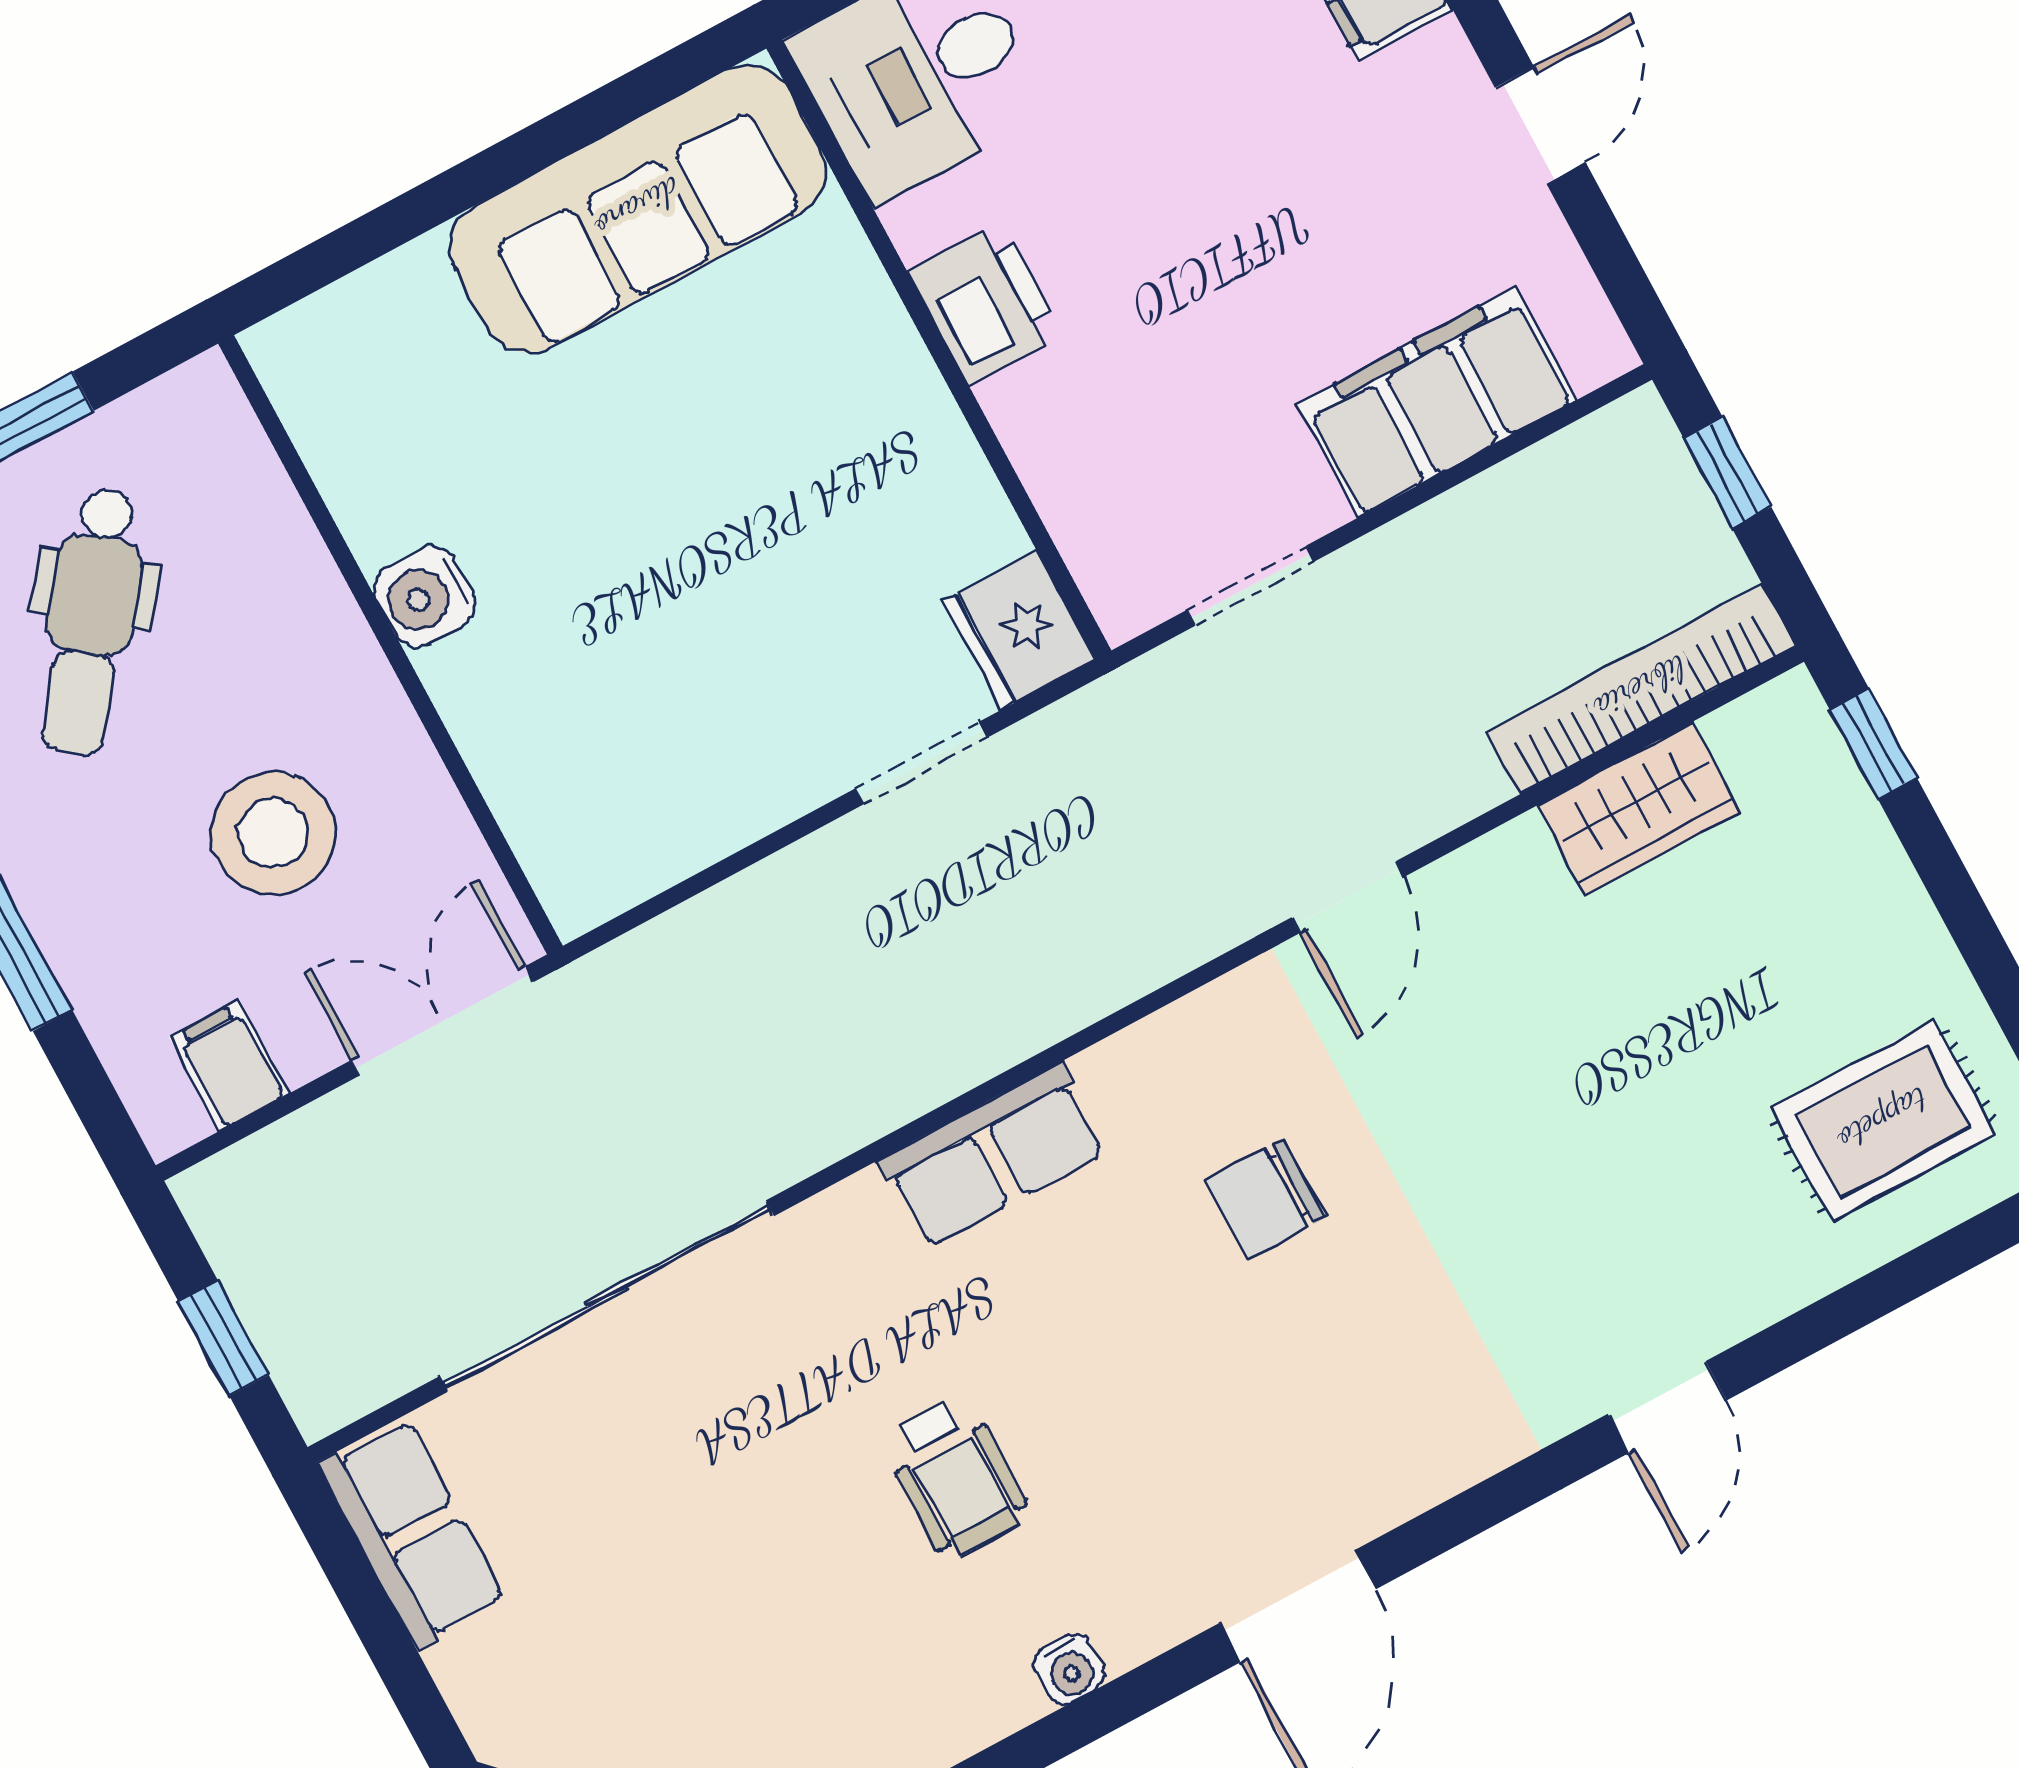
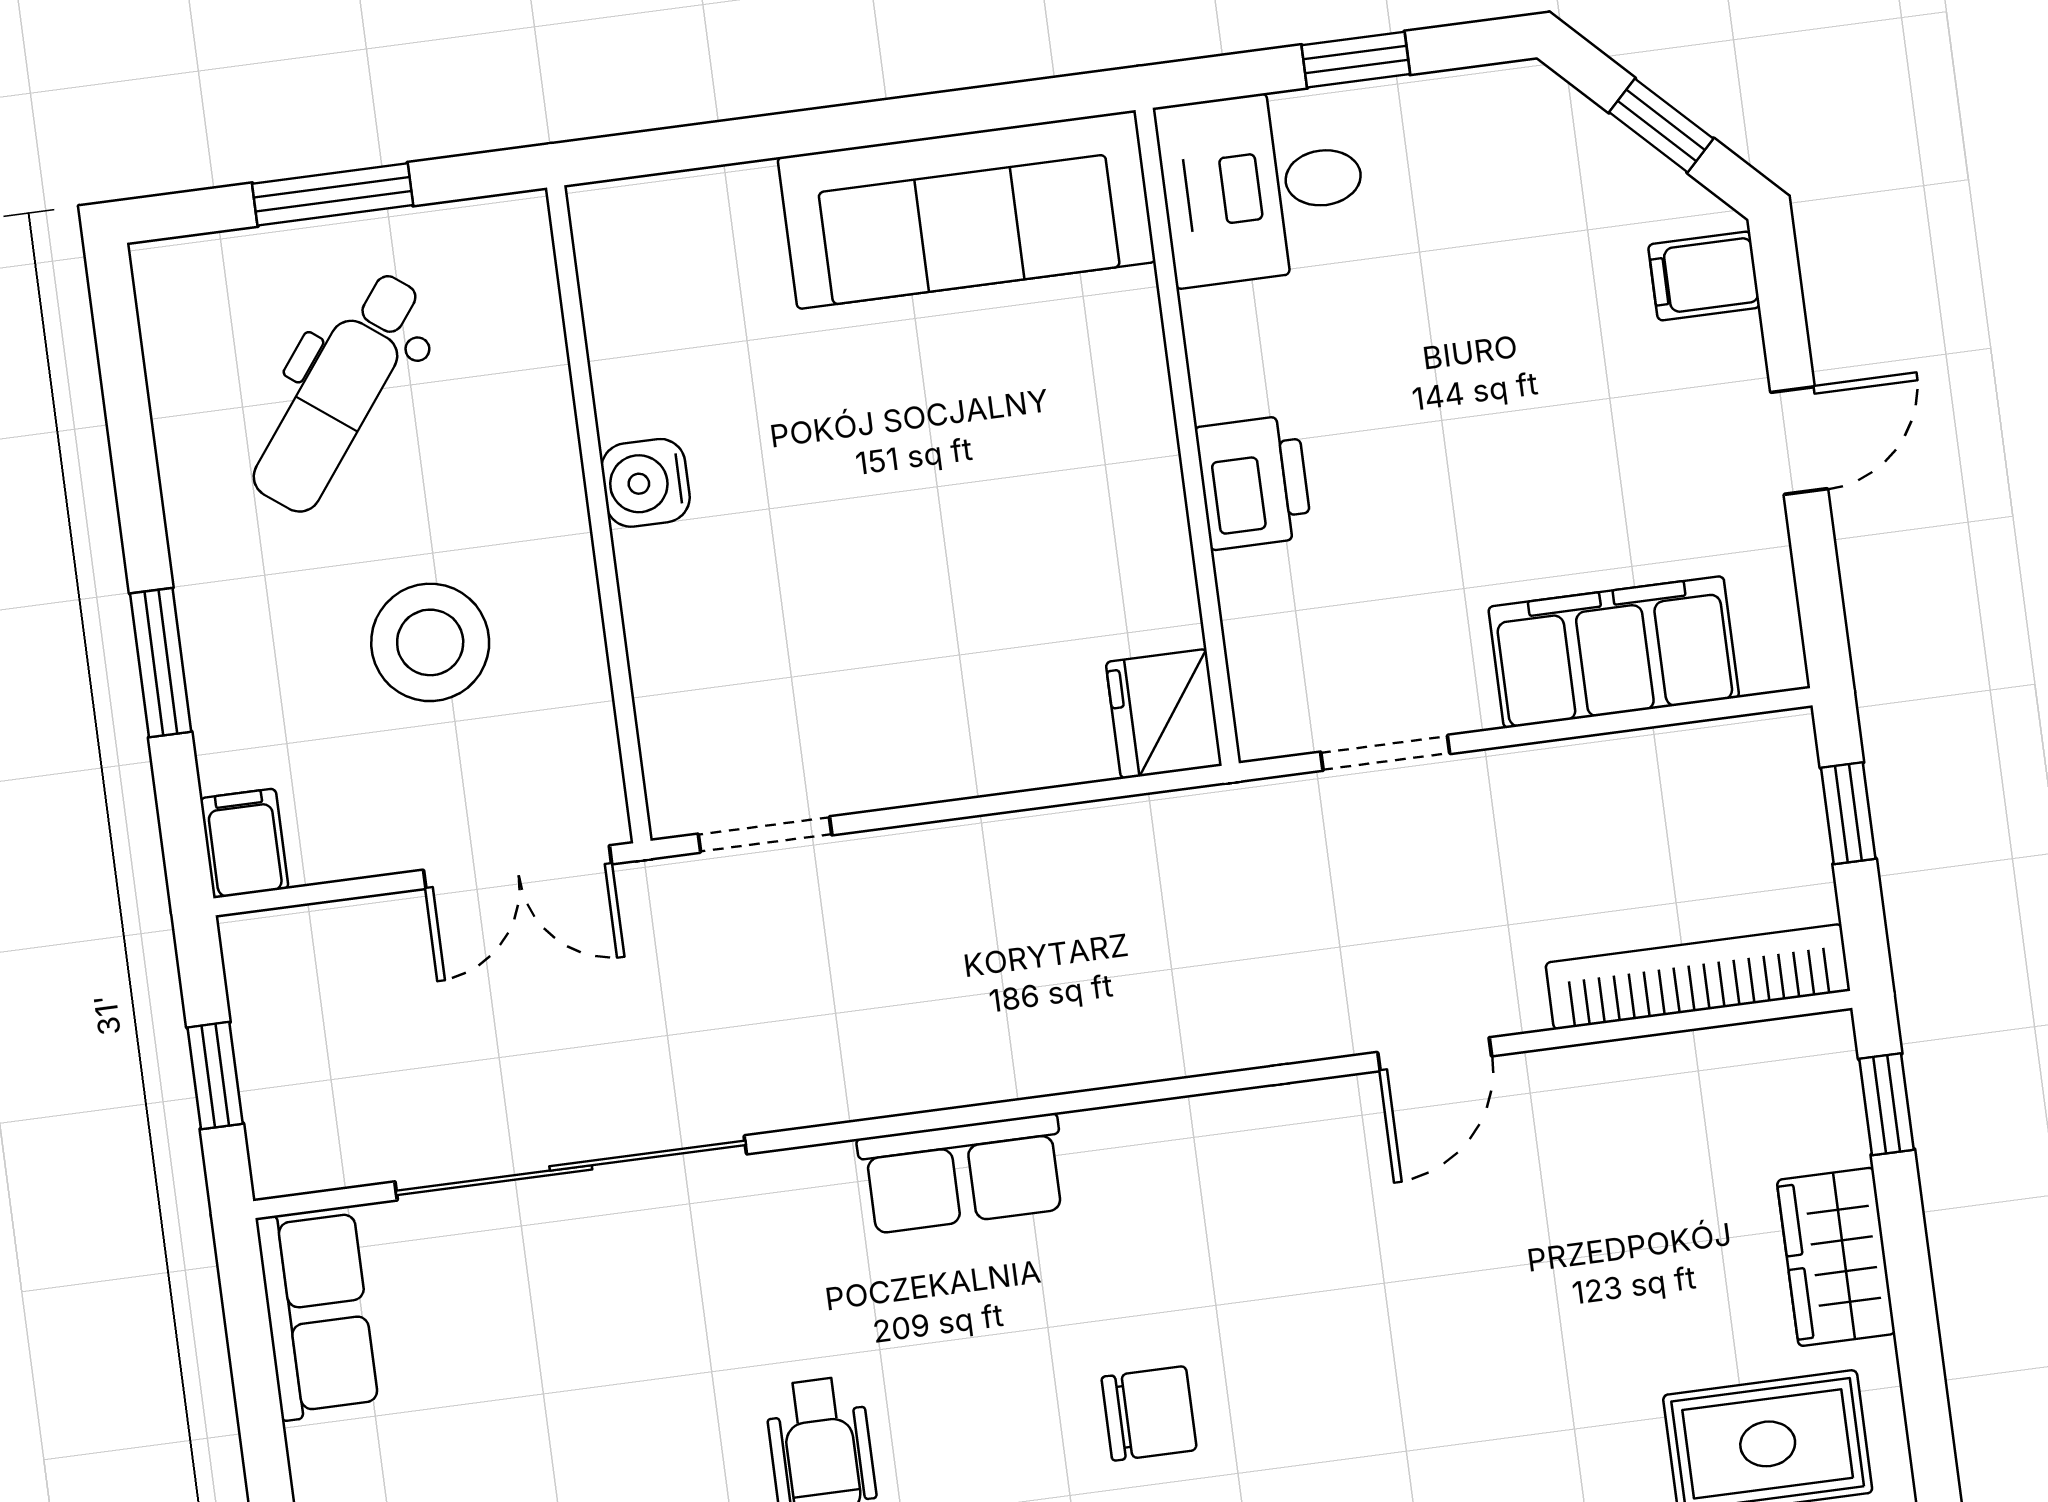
printer: (985, 303) -> (1254, 482), moved
doorway: (921, 763) -> (765, 834), moved
wardrobe: (1639, 808) -> (1836, 1257), moved, turned 90
door: (1348, 897) -> (1435, 1054), moved
double door: (442, 1021) -> (518, 867), swing flipped
filing cabinet: (230, 1065) -> (244, 843), moved
chair: (1266, 1199) -> (1149, 1413), moved, turned 180

